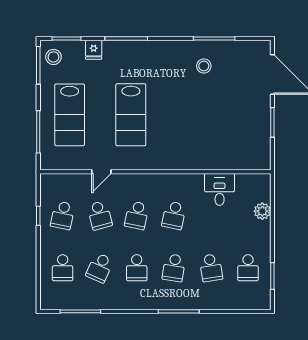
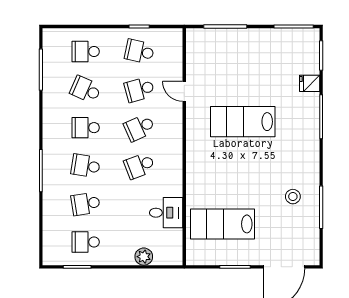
stool: (53, 57) -> (302, 42), removed
lab bench: (70, 115) -> (223, 224), moved
school desk: (137, 215) -> (139, 128), turned -36
school desk: (174, 215) -> (139, 166), turned -33

